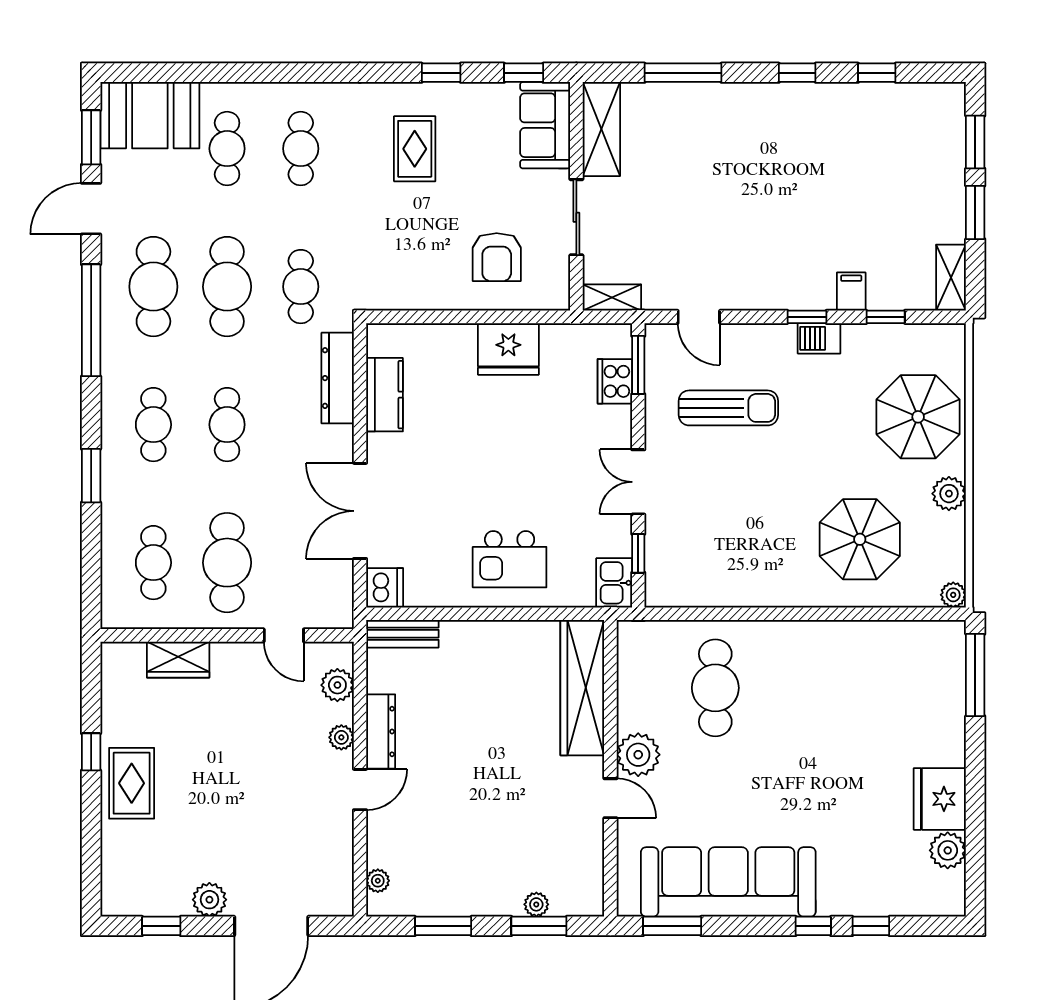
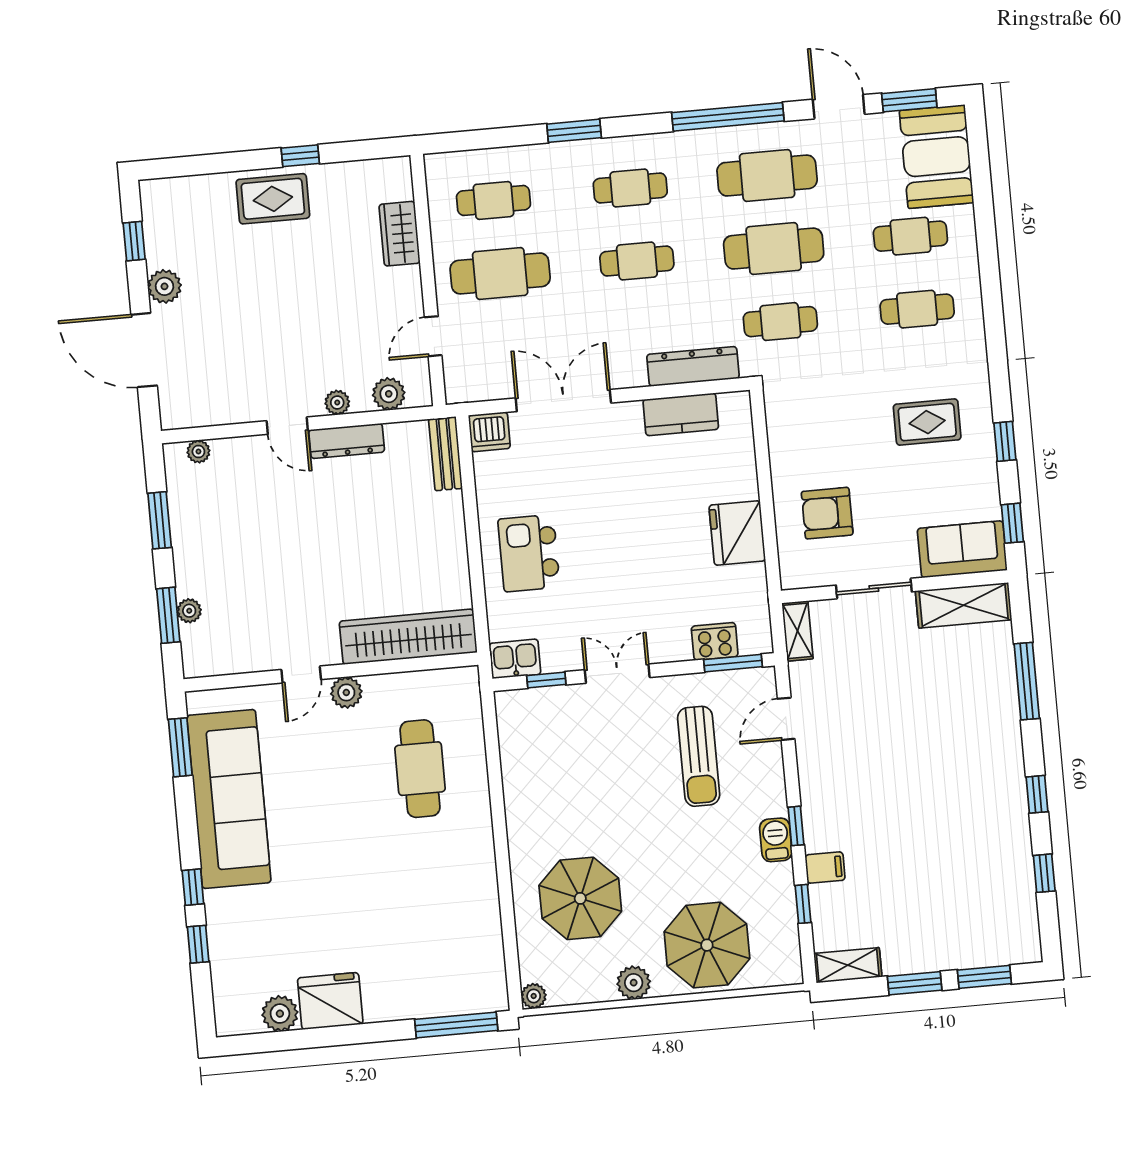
cafe table: (715, 688) -> (420, 769), turned 90
plant: (638, 755) -> (346, 692), width x0.73, depth x0.73

